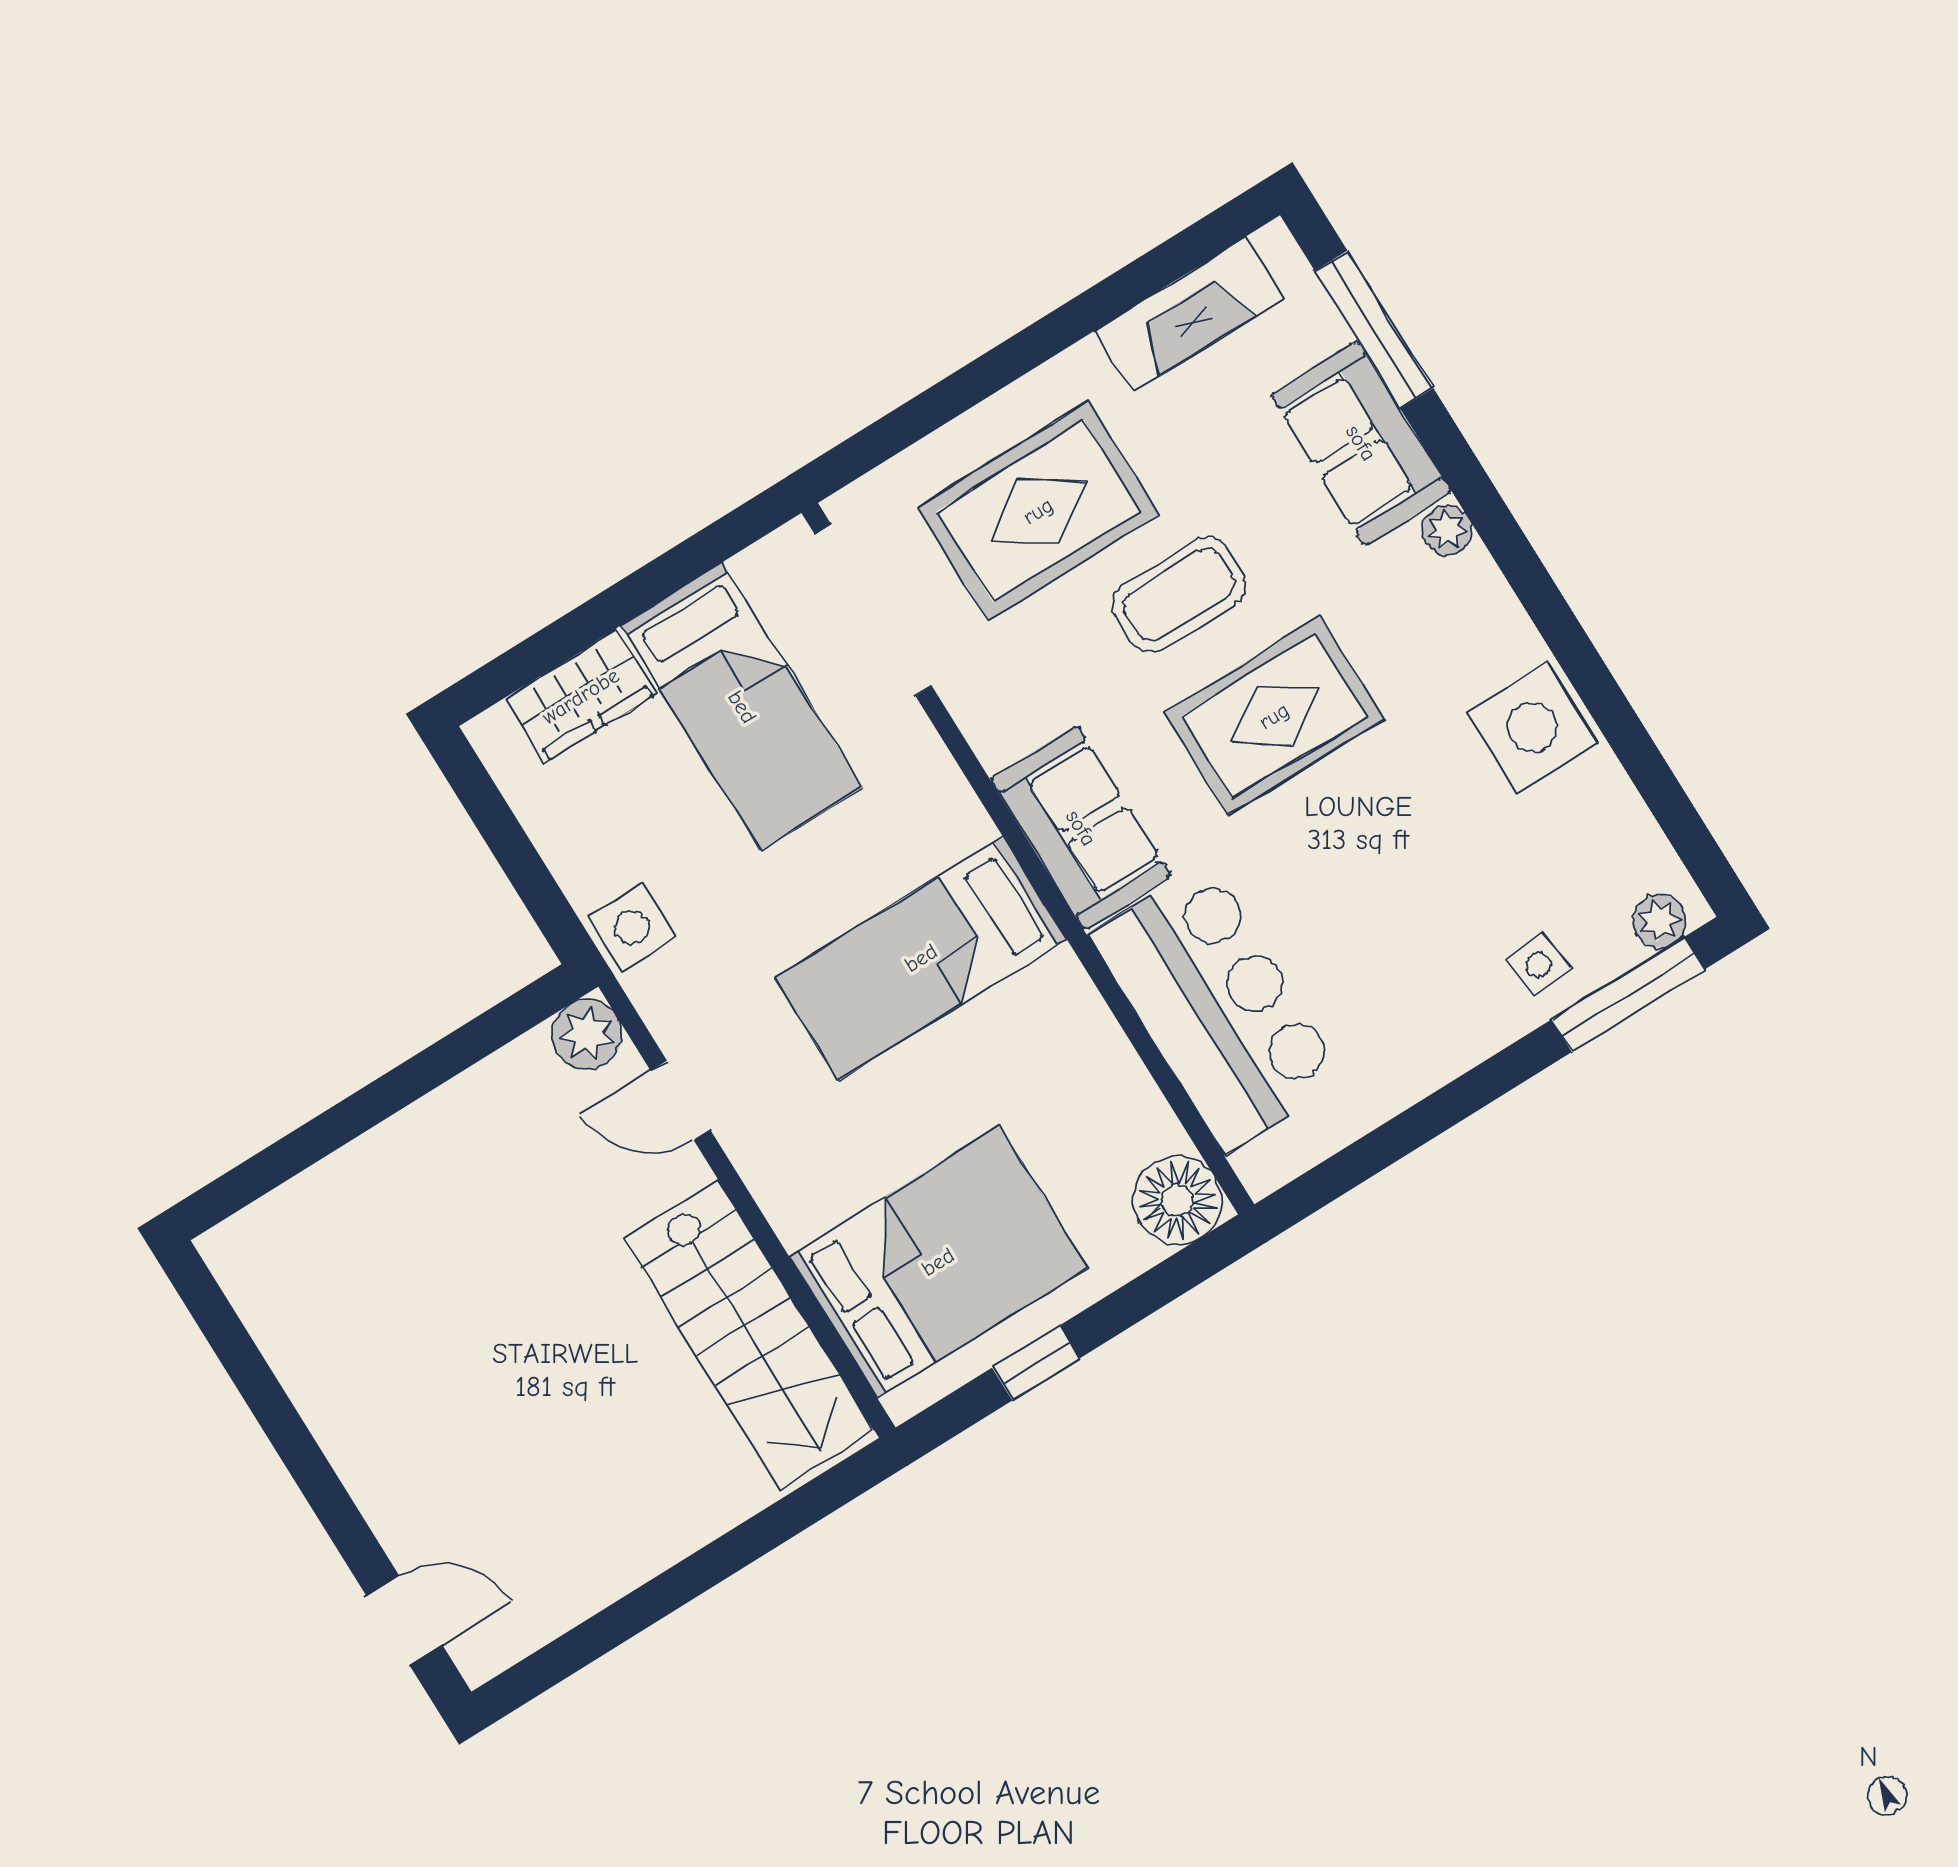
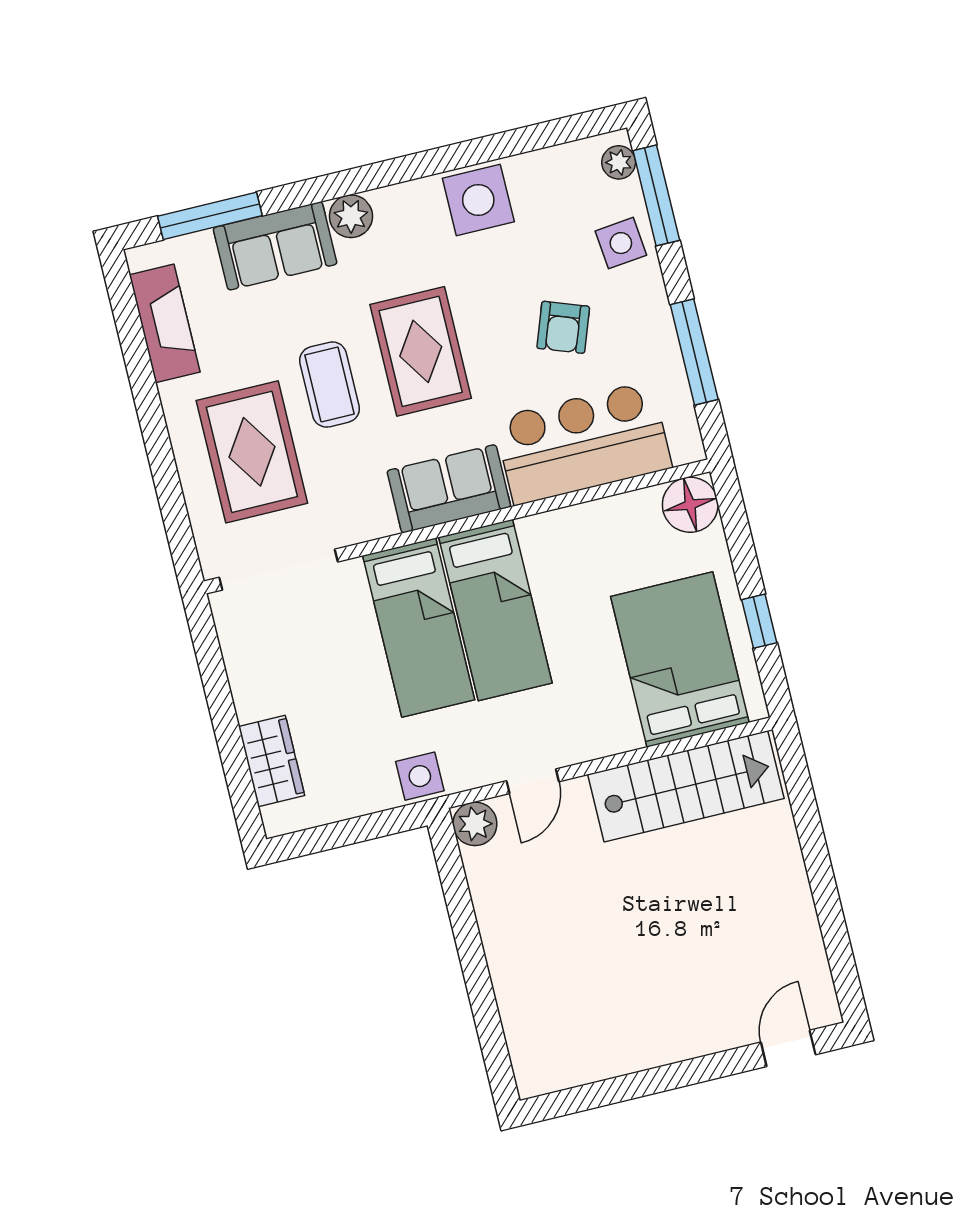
plant: (1447, 530) -> (351, 216), width x1.38, depth x1.38
bed: (742, 707) -> (419, 628), moved, turned 90
armchair: (1382, 920) -> (563, 327), added
side table: (1538, 965) -> (621, 243), width x1.37, depth x1.37
window: (1410, 1130) -> (694, 352), added

